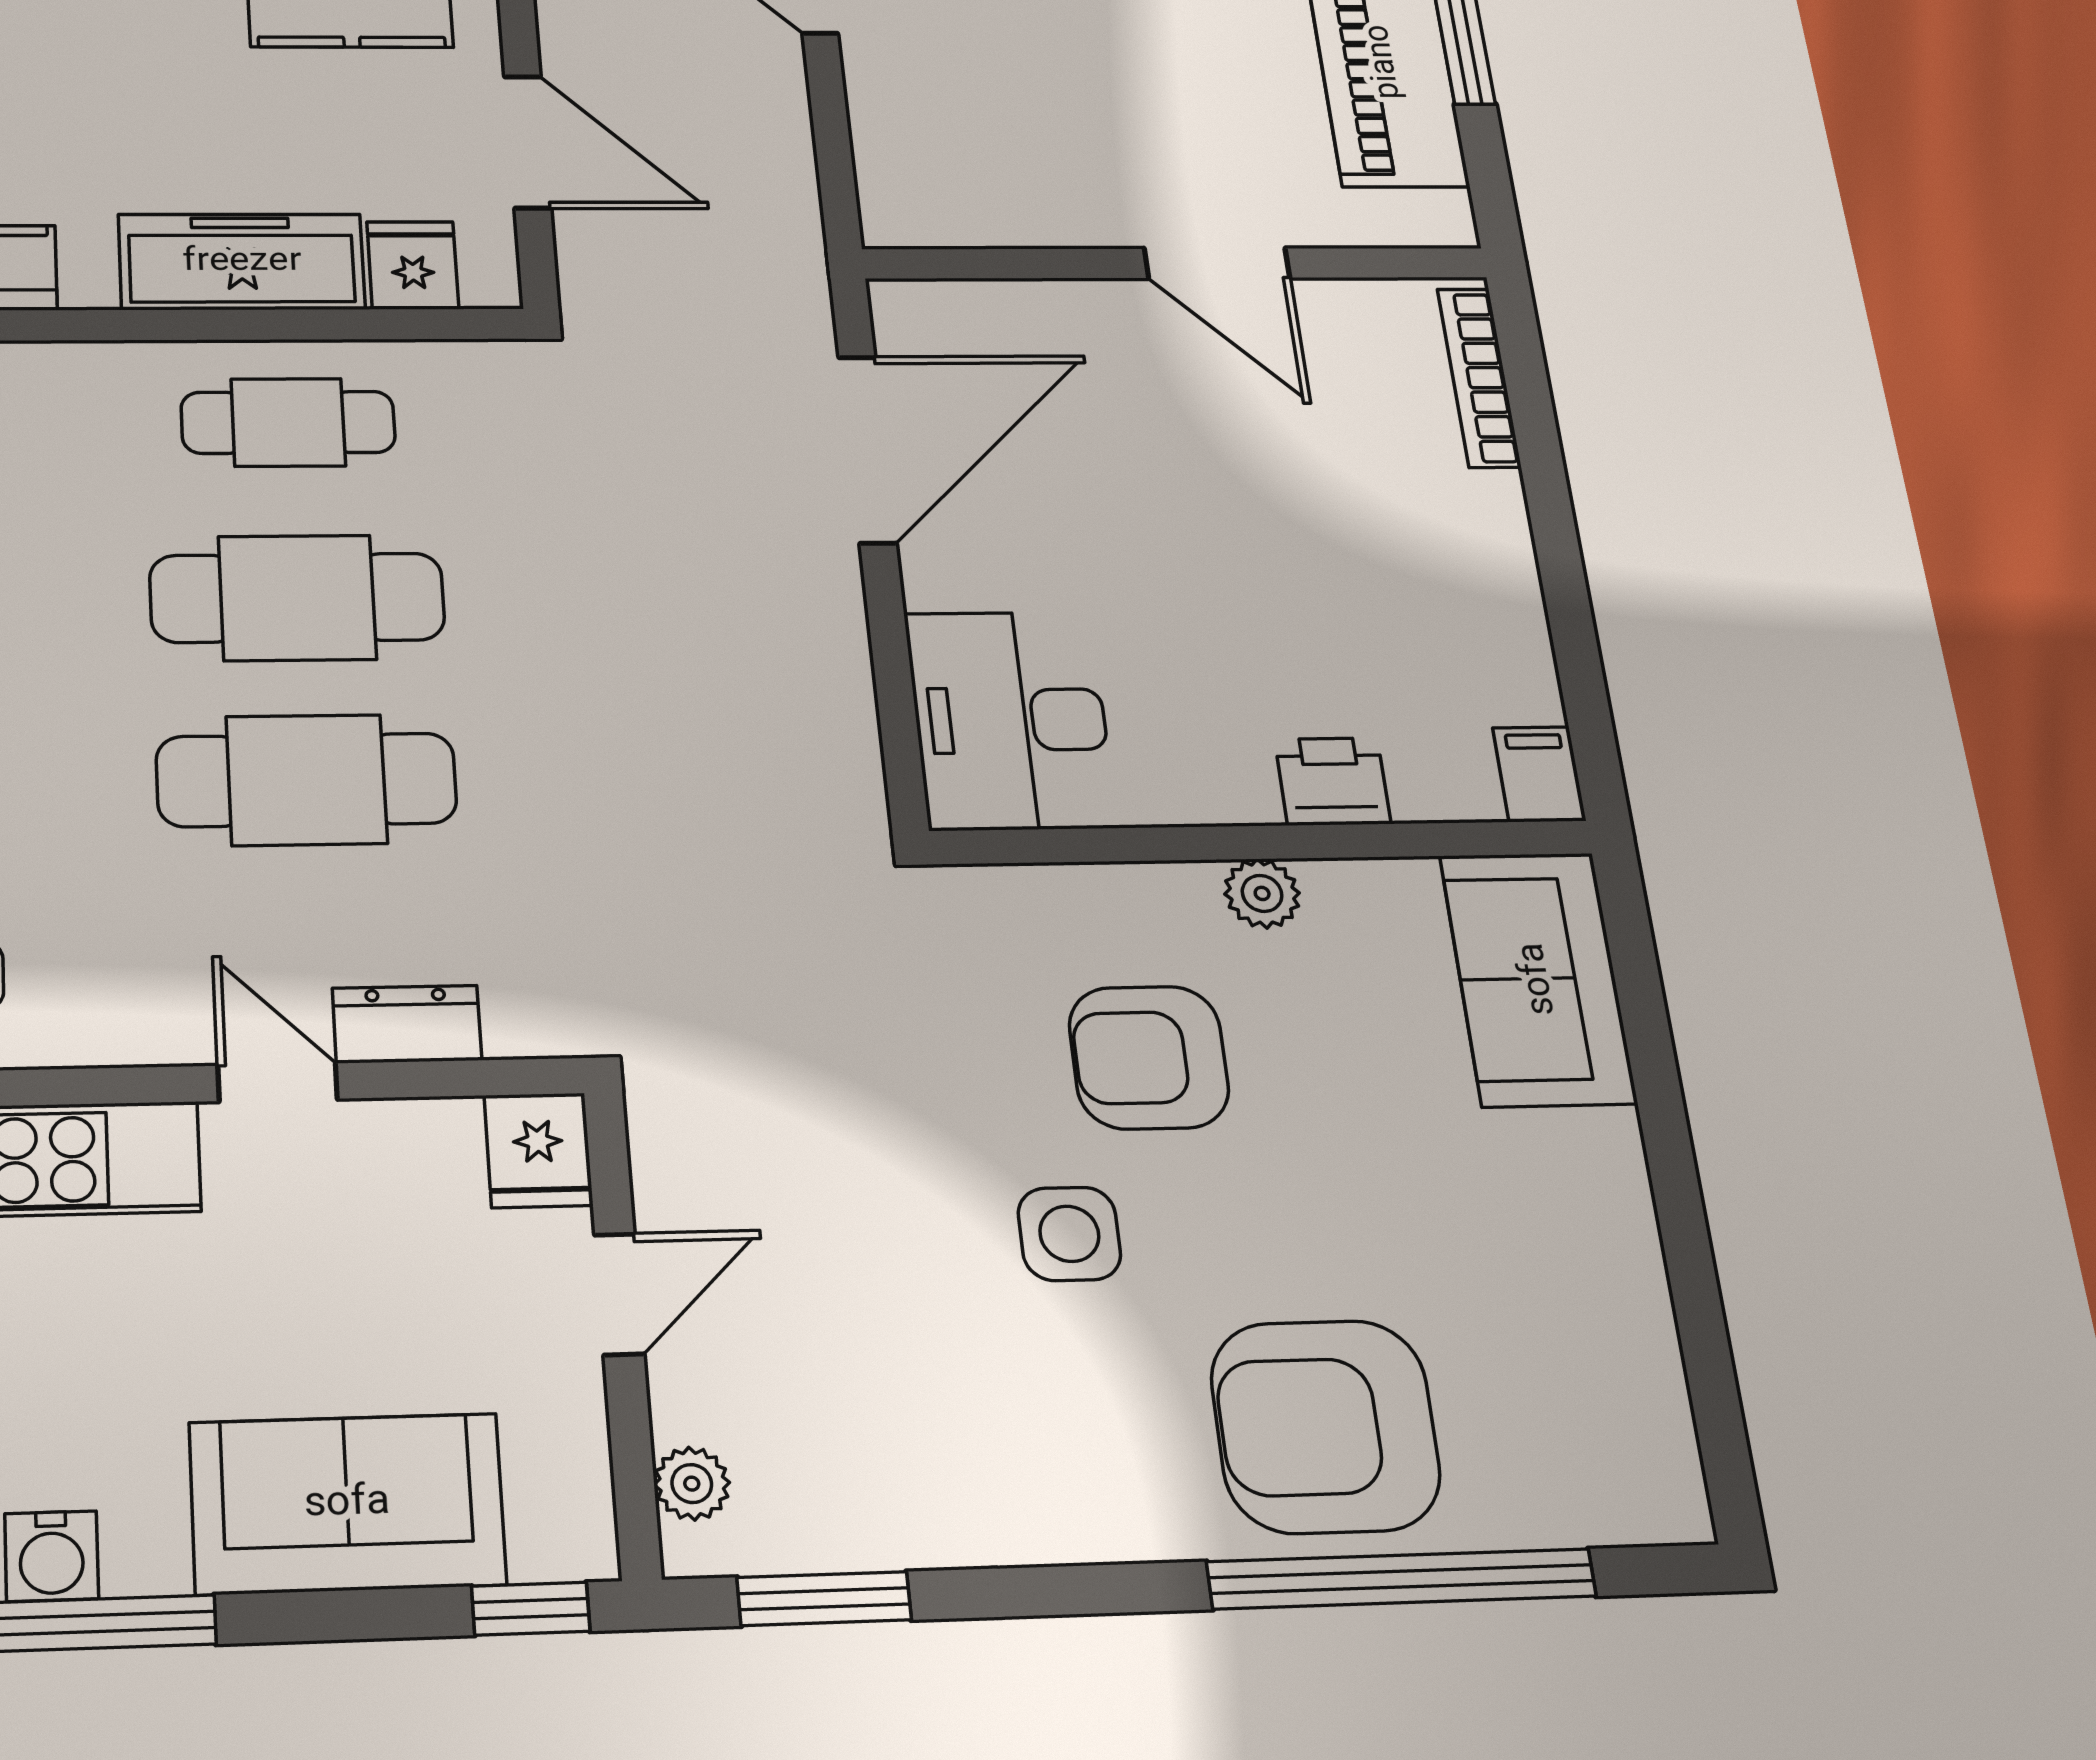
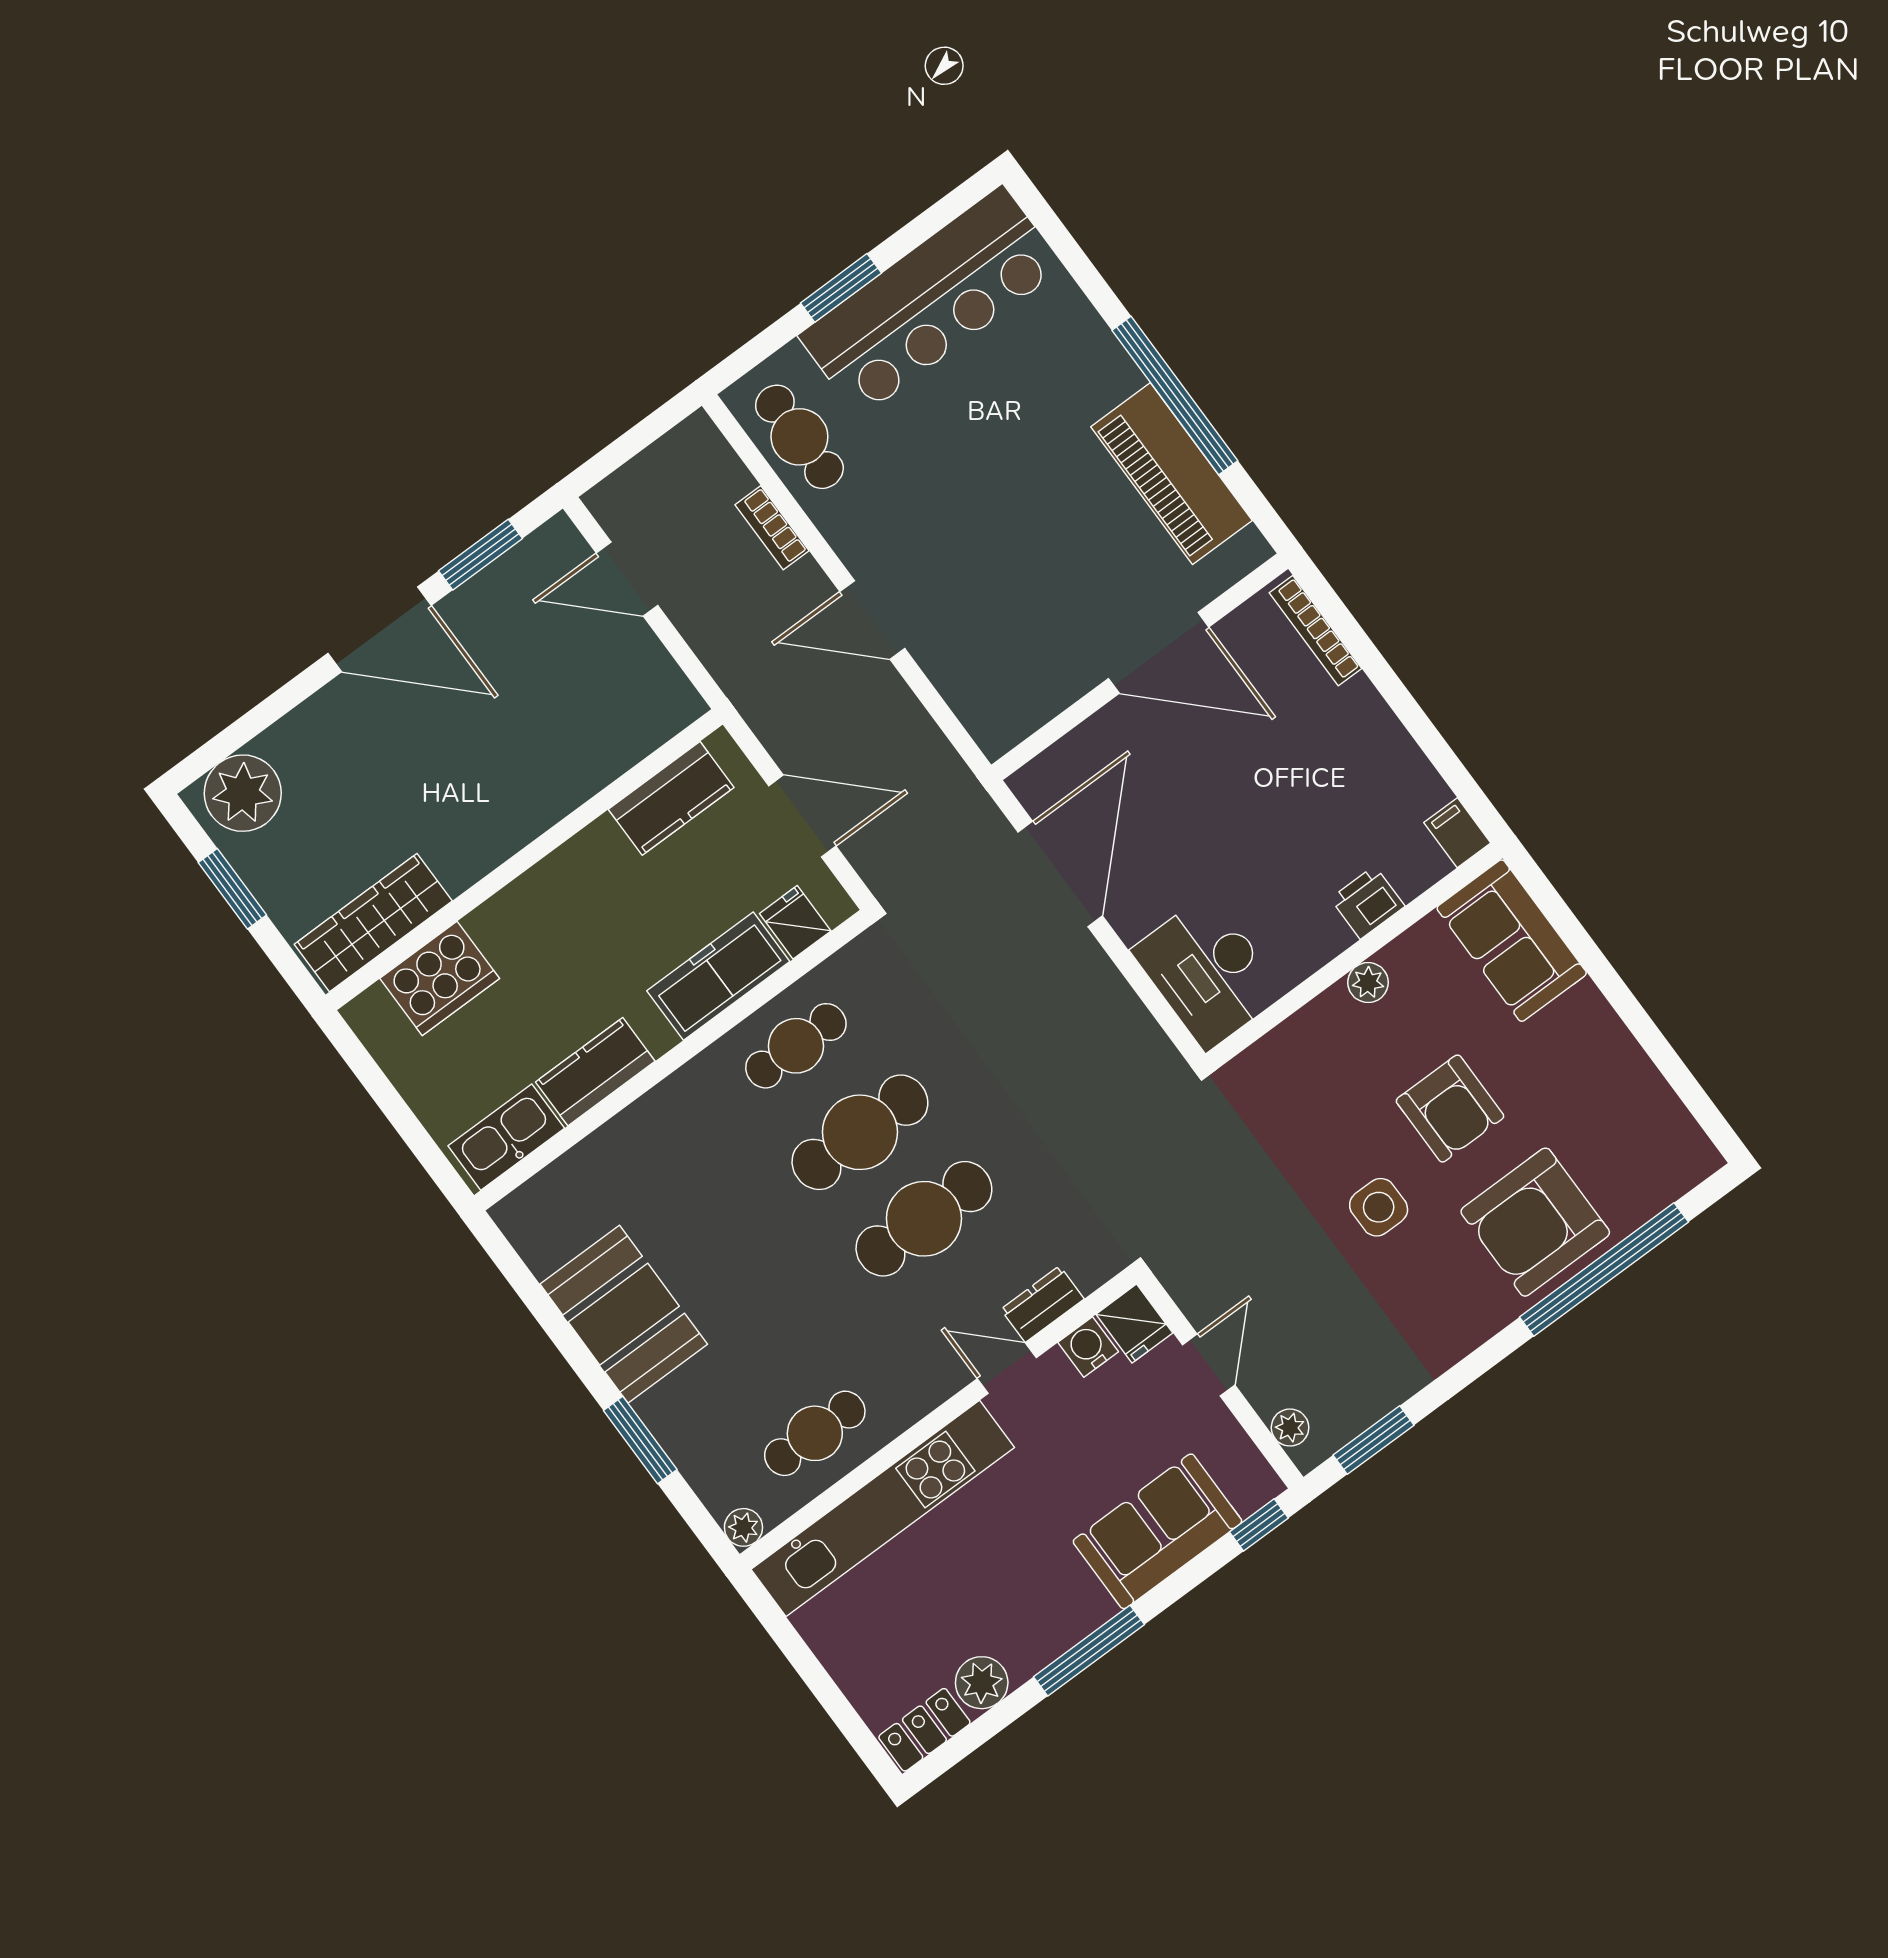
door: (1217, 263) -> (1159, 653), width x1.36
armchair: (1149, 1057) -> (1450, 1109), moved, turned -90
water cooler: (52, 1556) -> (1088, 1347), moved, turned 180

